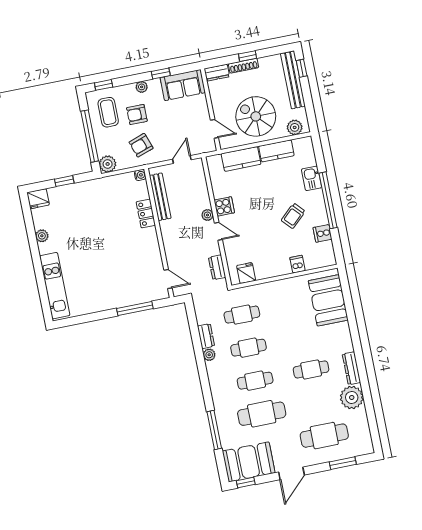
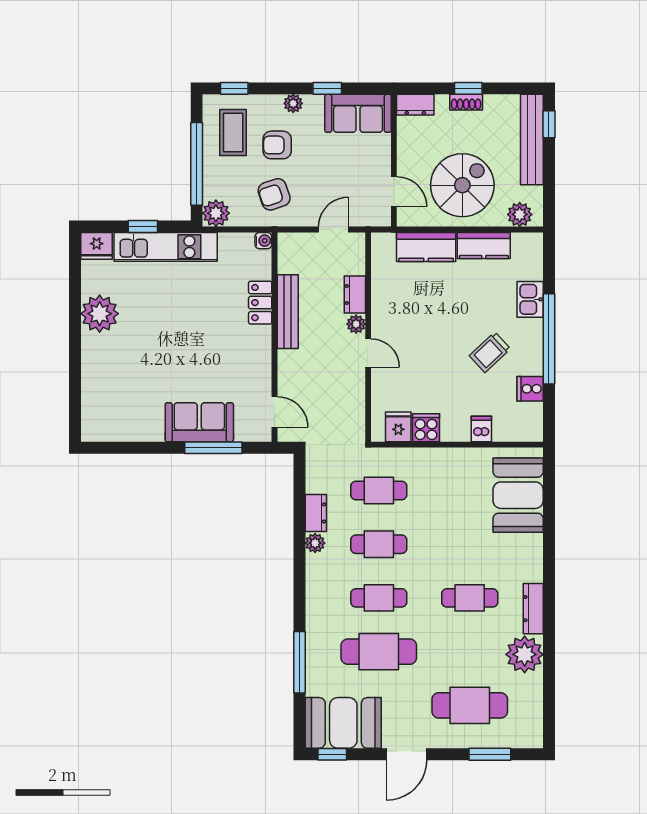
shoe rack: (244, 66) -> (466, 102), width x0.70
spiral stairs: (256, 116) -> (462, 185), turned 90
bench: (160, 197) -> (288, 312), moved
cooker: (224, 206) -> (426, 428), moved, turned -90
plant: (42, 236) -> (100, 314), width x1.87, depth x1.87
dresser: (217, 267) -> (355, 294), moved
kitchen unit: (55, 286) -> (166, 247), moved, turned 90
sofa: (123, 295) -> (199, 422), added

